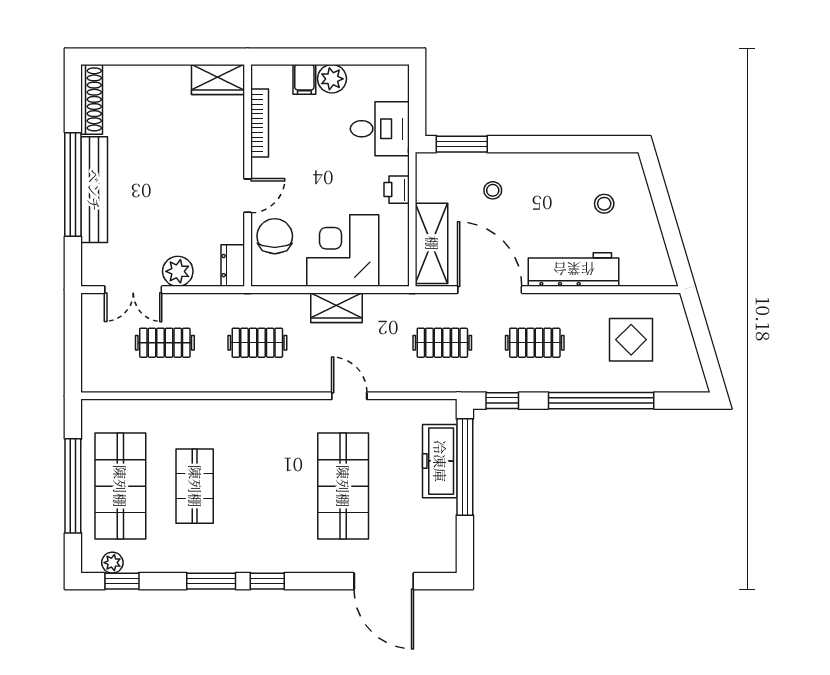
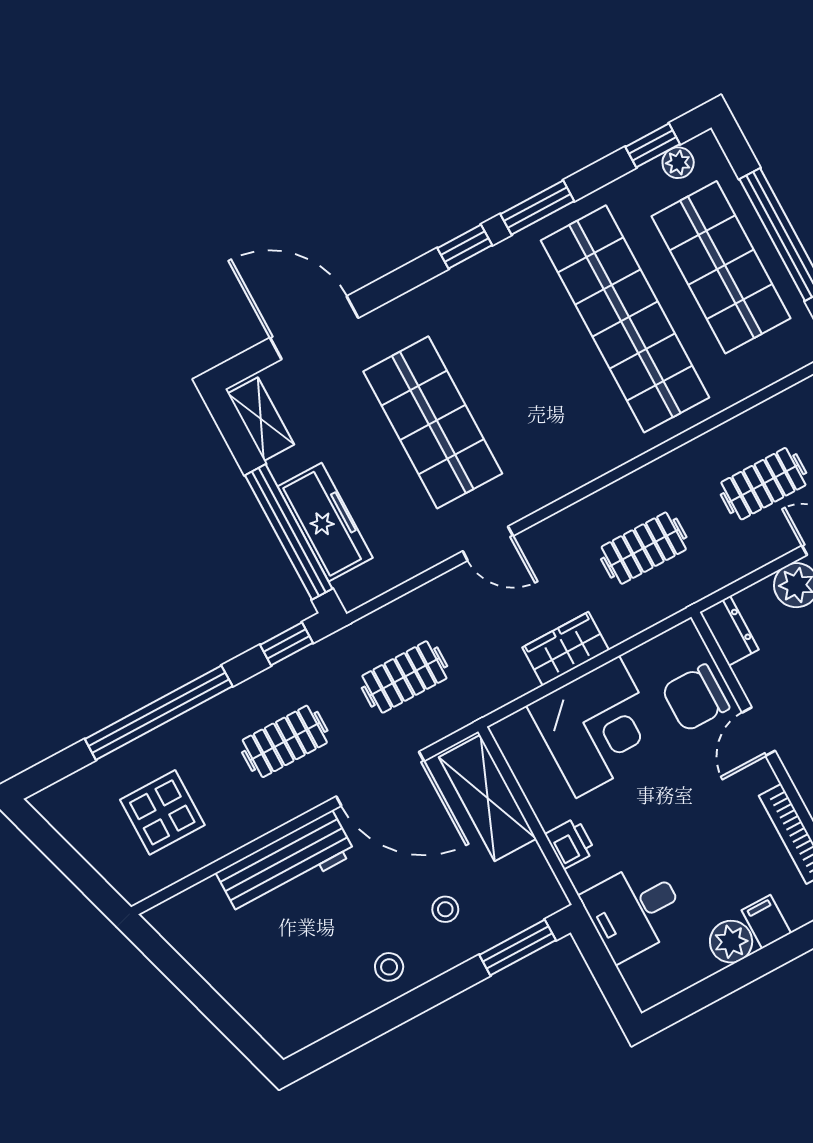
stool: (604, 204) -> (389, 967), moved
chair: (275, 236) -> (695, 698), turned 90
shop shelf: (195, 486) -> (625, 319), width x2.00, depth x1.36
shelving: (445, 544) -> (261, 419), added

